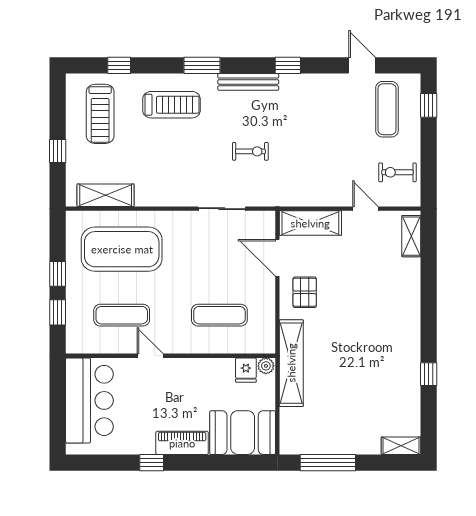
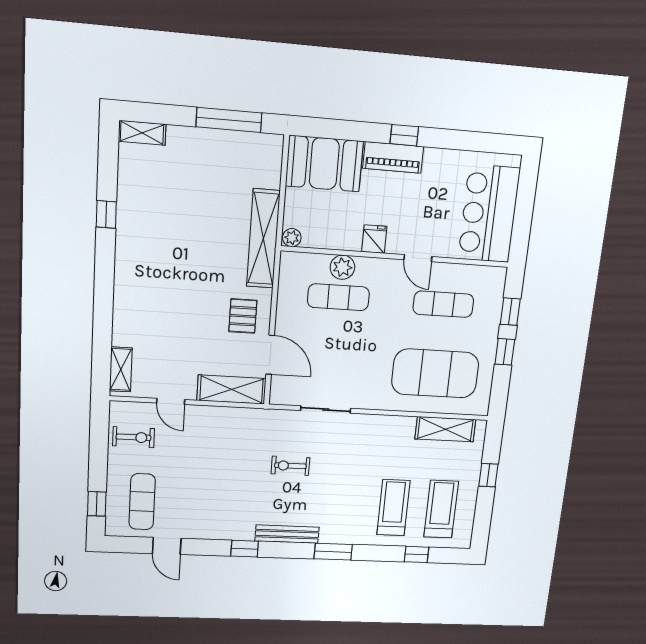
treadmill: (171, 105) -> (393, 508), moved, turned 90
plant: (218, 343) -> (342, 267), added
fridge: (246, 370) -> (374, 239), moved
window: (152, 463) -> (404, 135), moved

